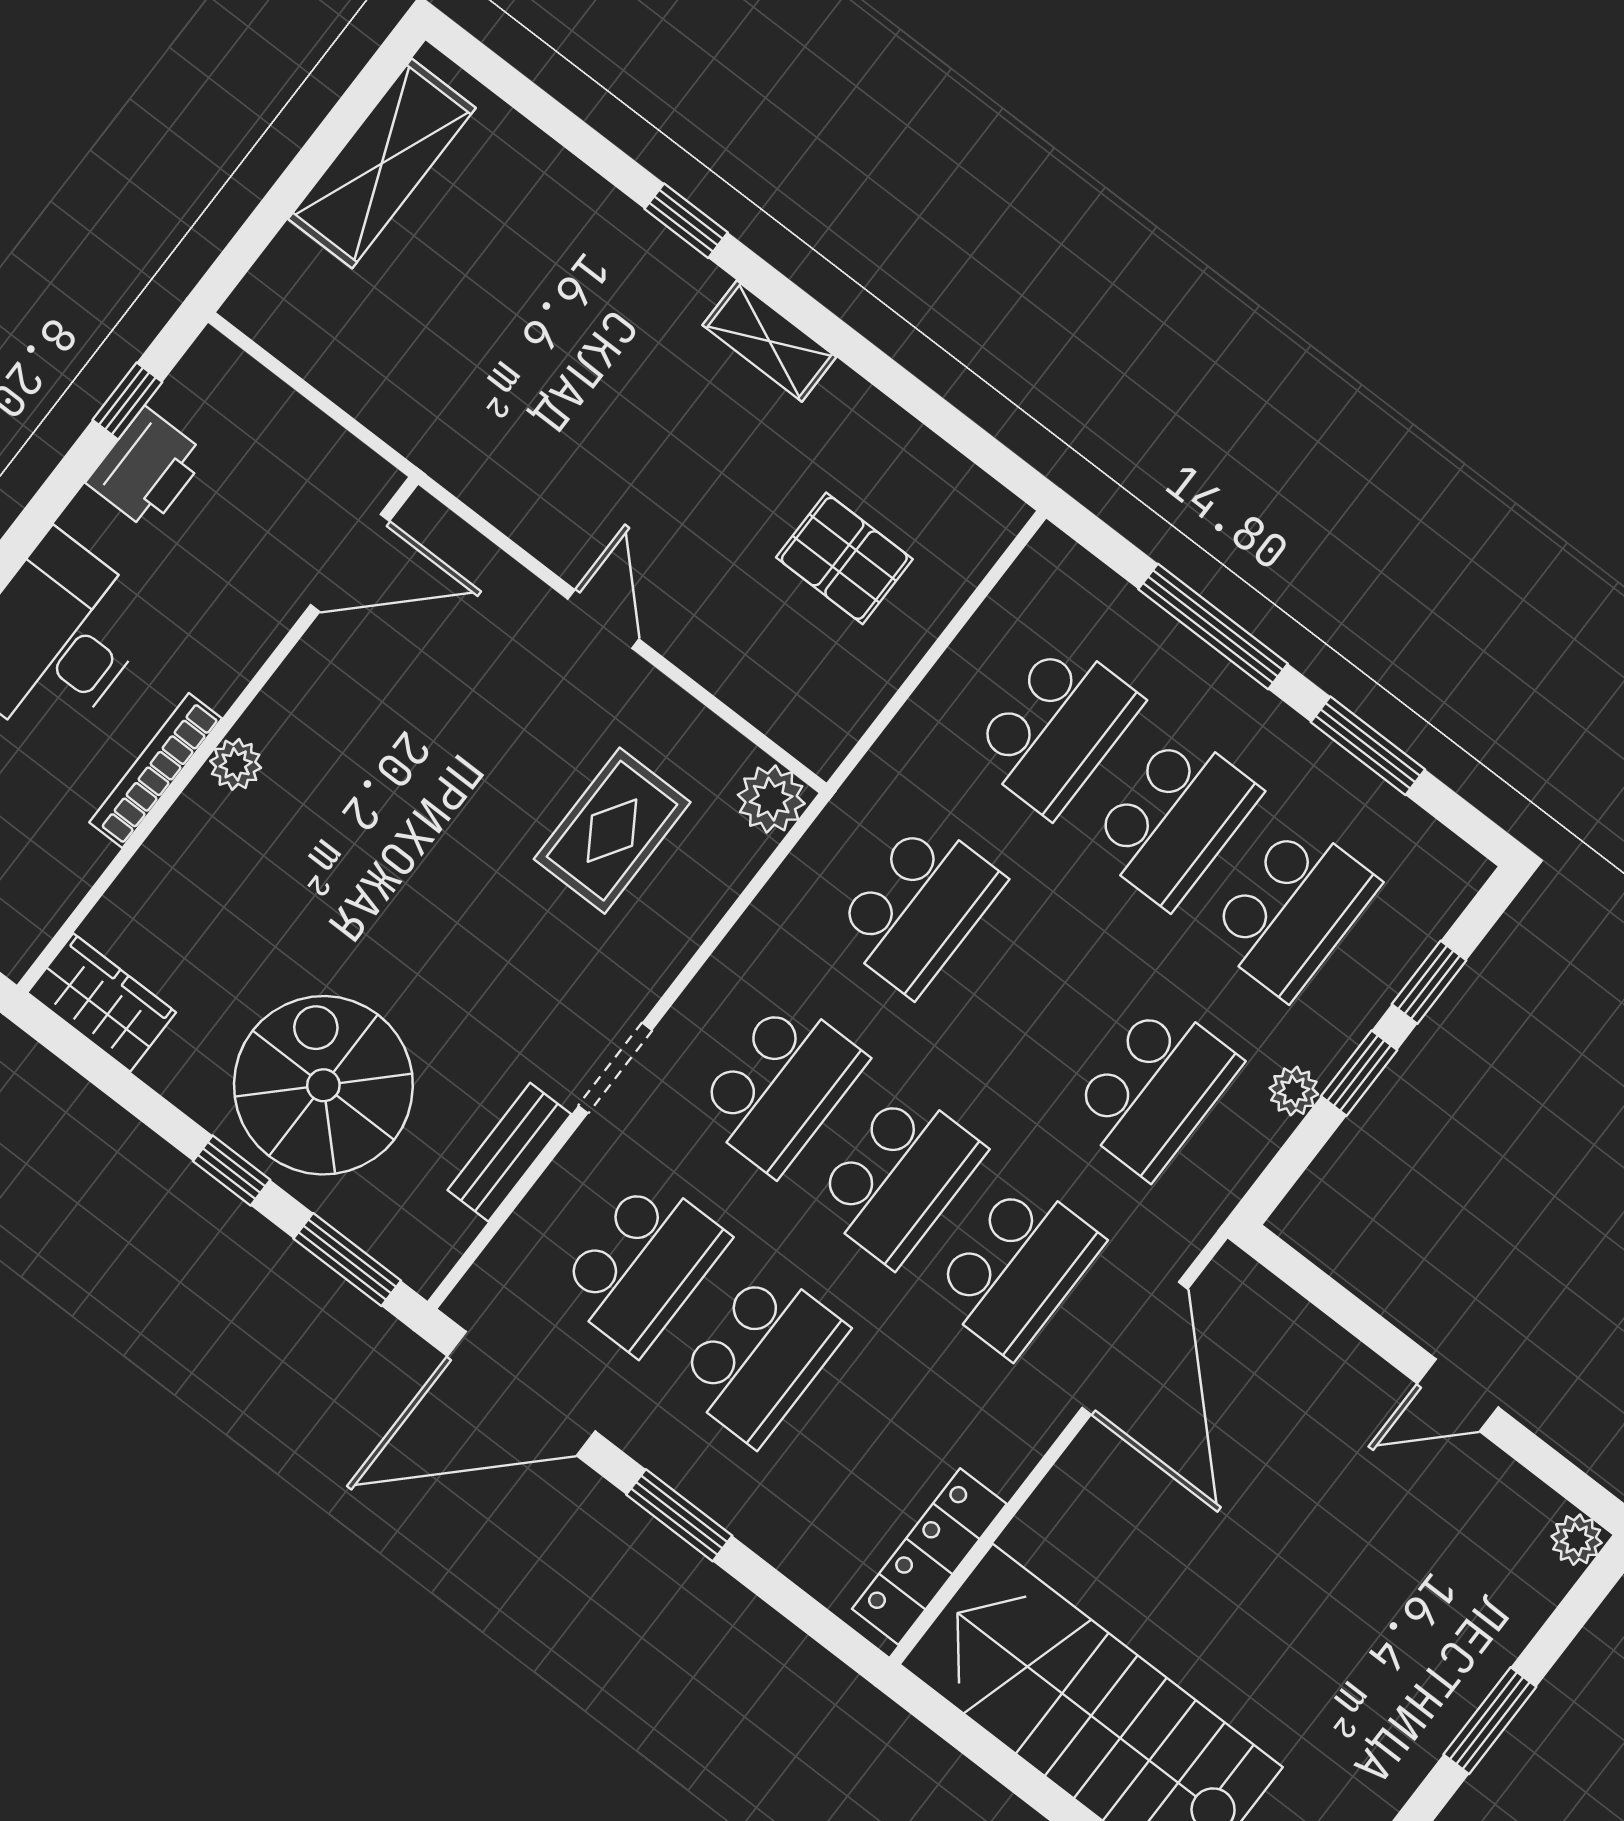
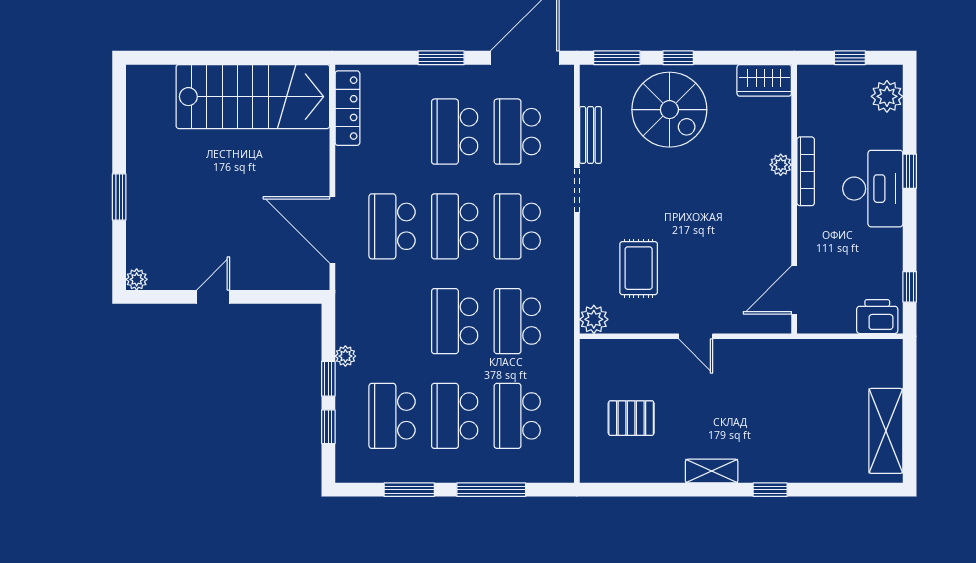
printer: (147, 469) -> (877, 317), moved, turned 90
plant: (236, 764) -> (781, 165), moved
school desk: (1155, 1089) -> (455, 321), moved

